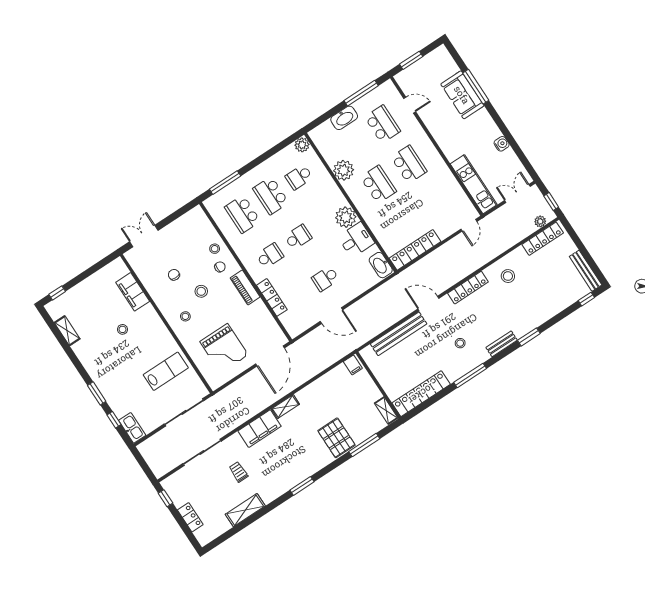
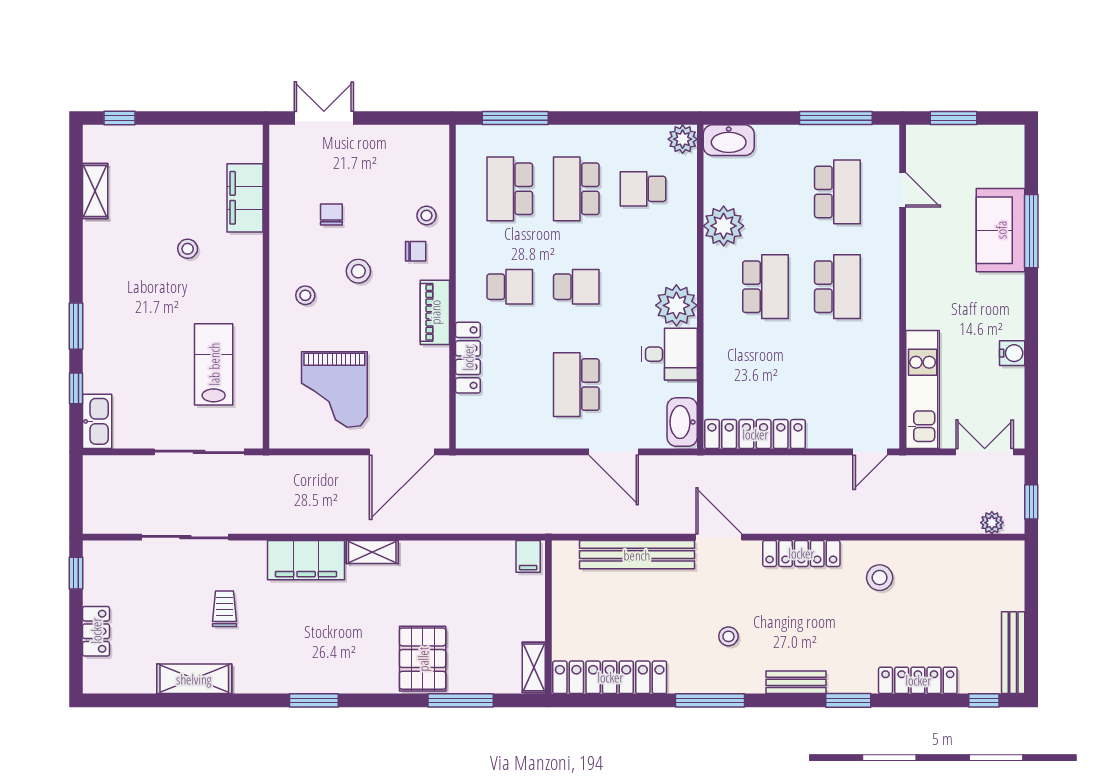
washbasin: (344, 118) -> (729, 140), moved
locker: (543, 239) -> (918, 680), moved, turned 180
school desk: (325, 279) -> (576, 385), width x1.85
door: (331, 316) -> (614, 452), moved
lab bench: (166, 371) -> (214, 364), turned -90

